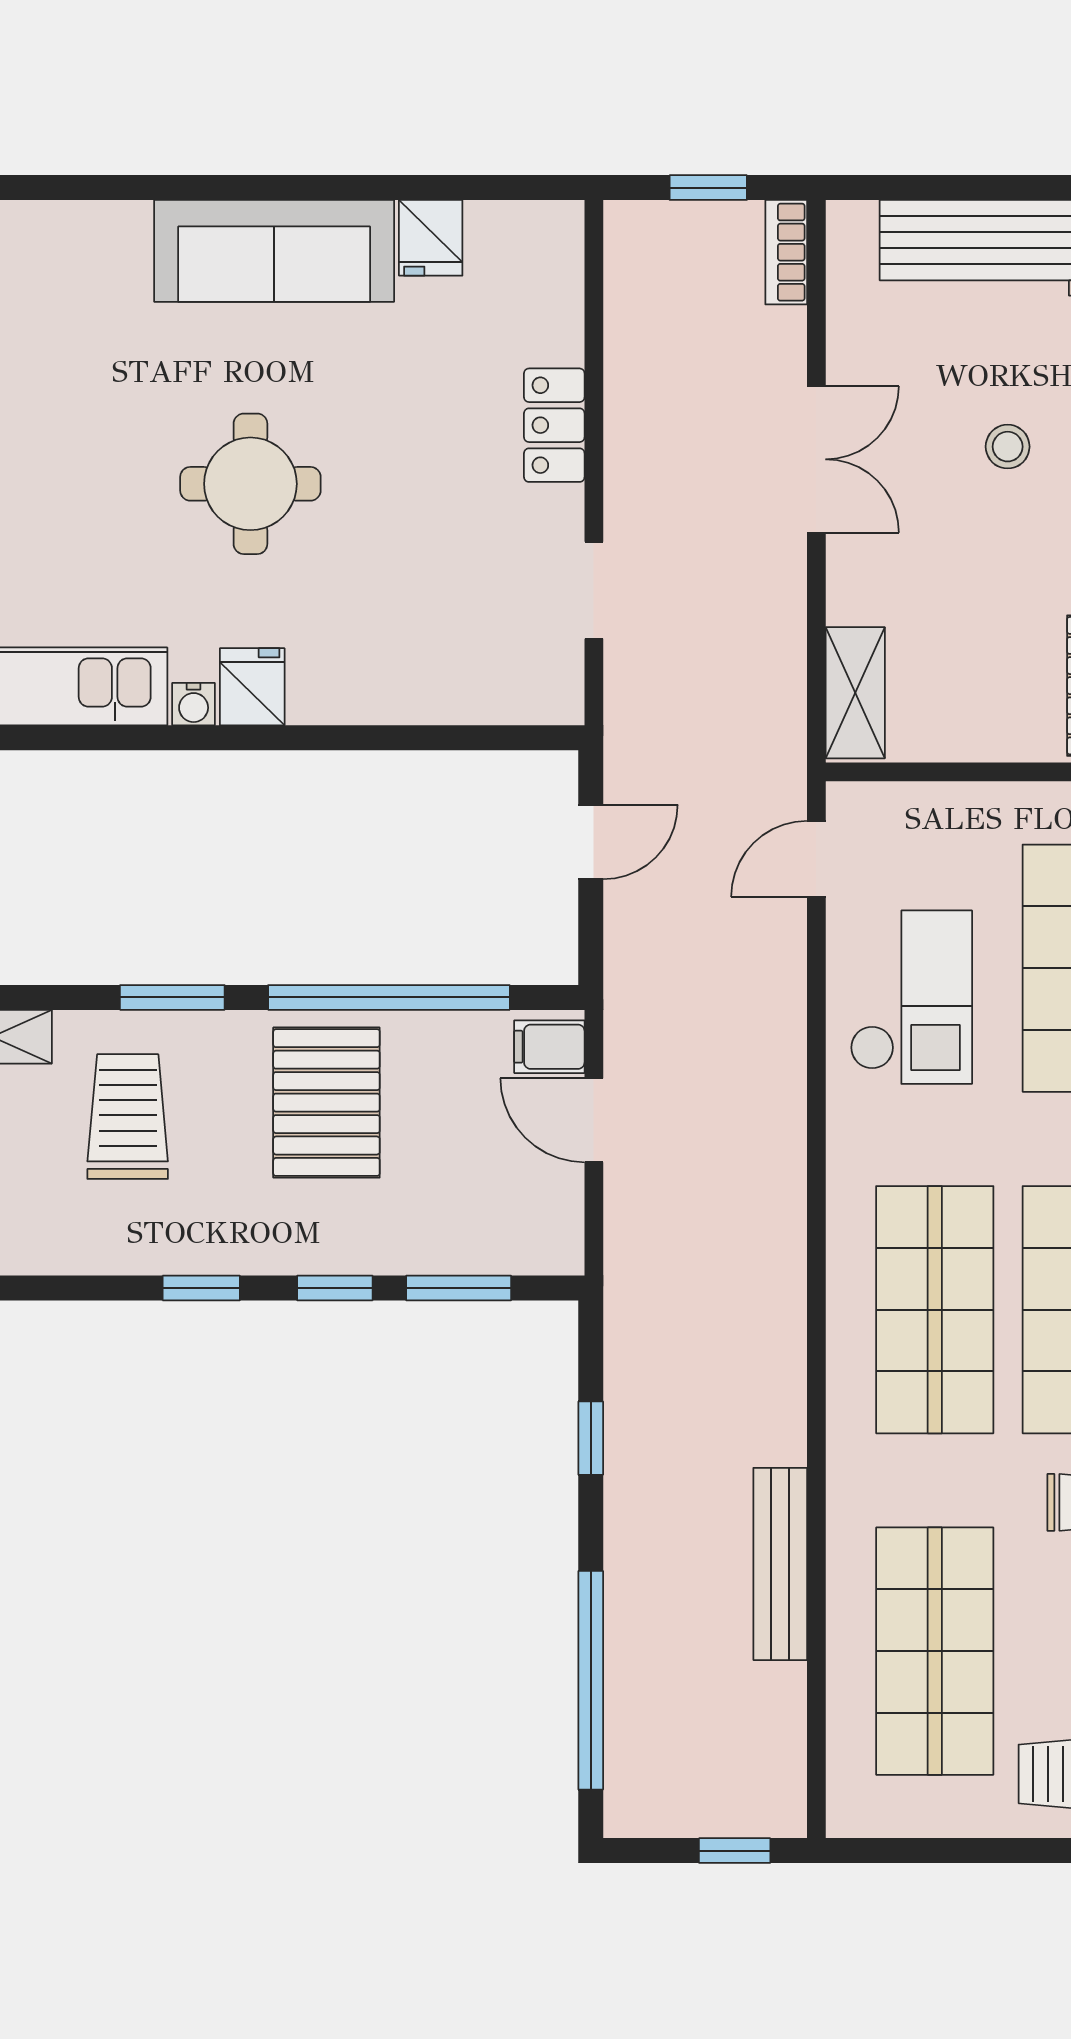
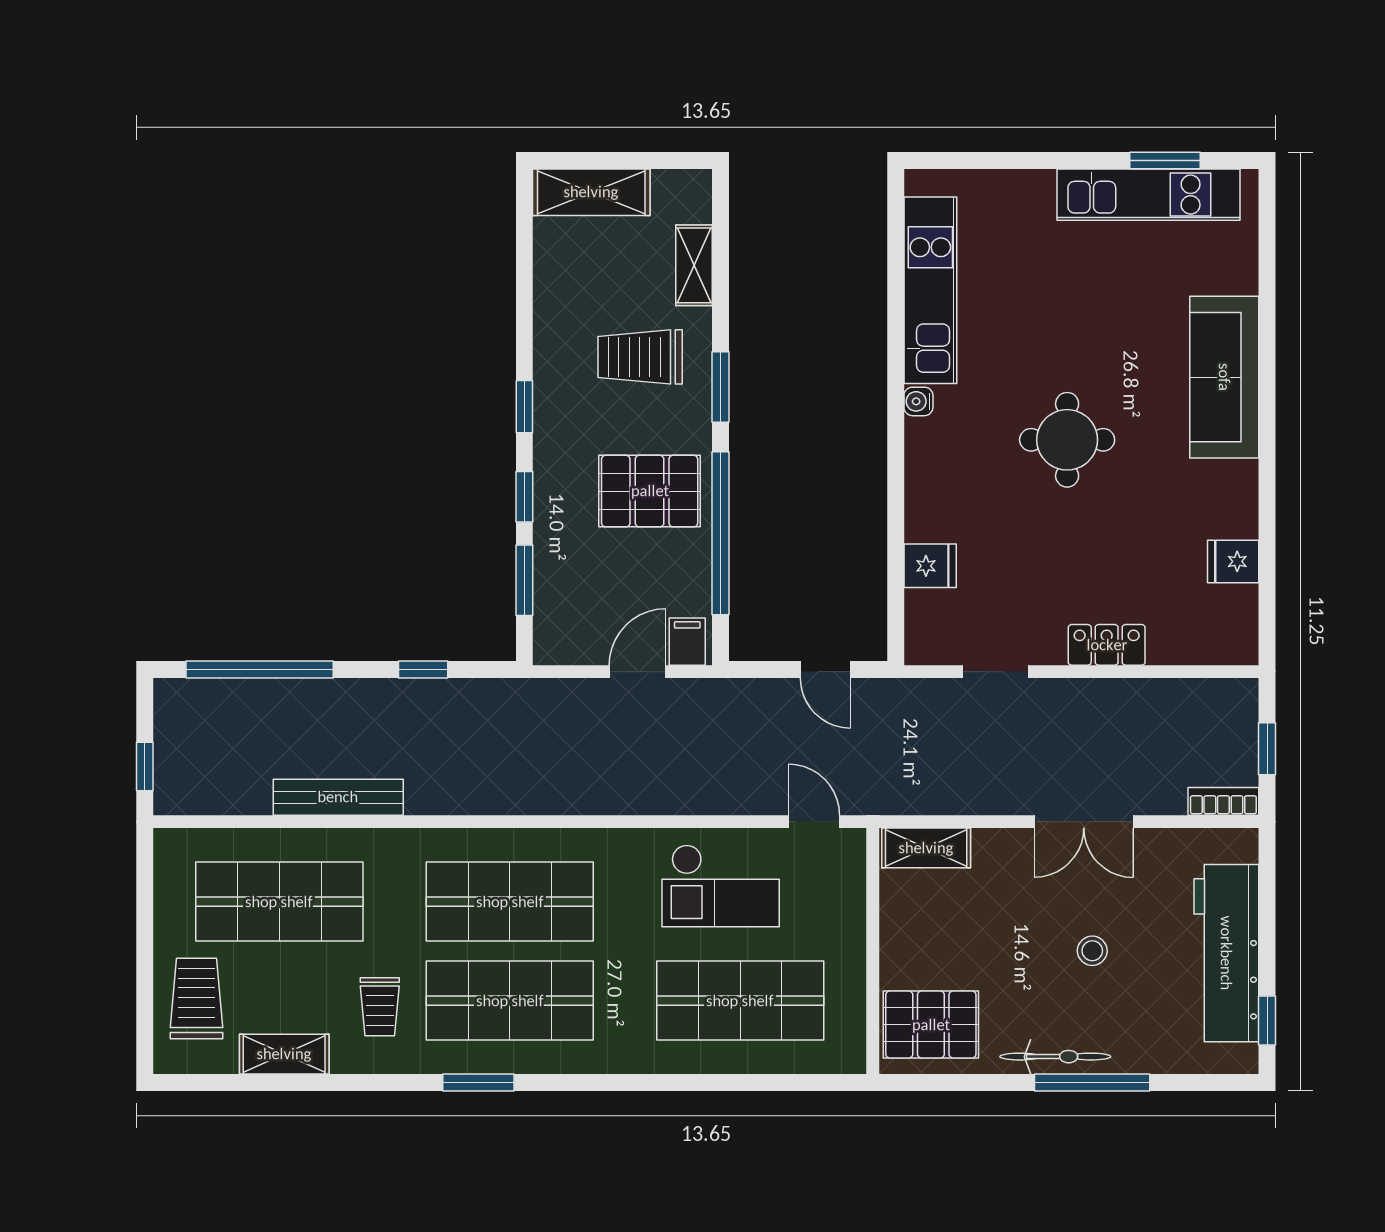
sofa: (274, 251) -> (1224, 377), moved
fridge: (252, 687) -> (930, 566), moved
trolley: (128, 1117) -> (640, 357), turned 180

